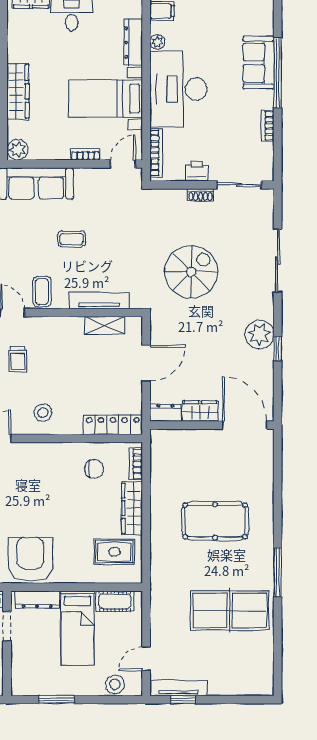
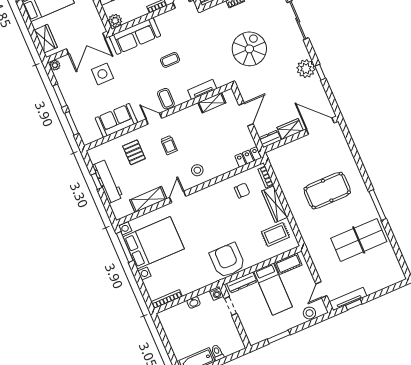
tv unit: (99, 301) -> (202, 89), width x0.71
locker: (113, 425) -> (248, 157), width x0.66

